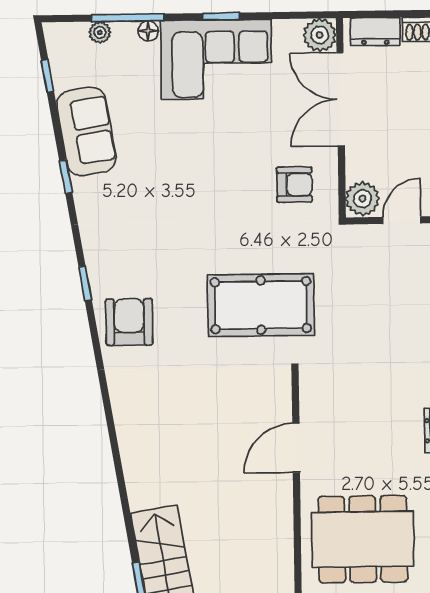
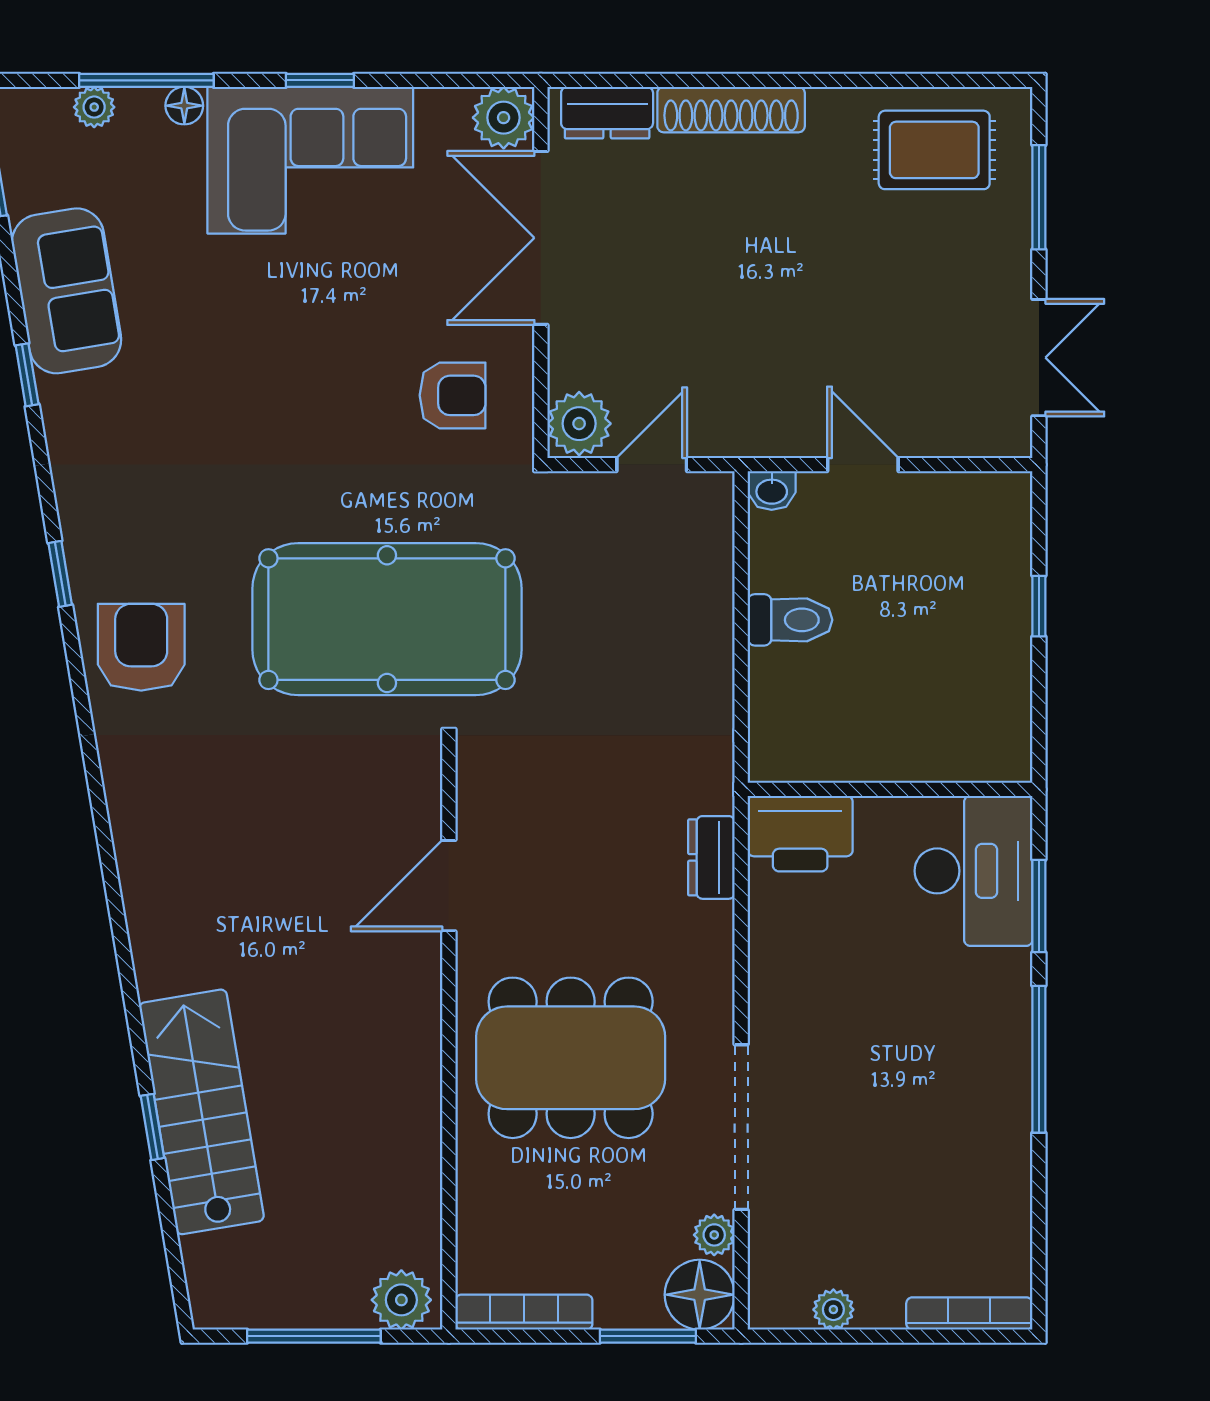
pool table: (261, 305) -> (387, 619), width x1.36, depth x1.32

